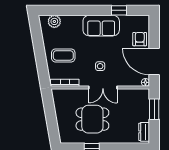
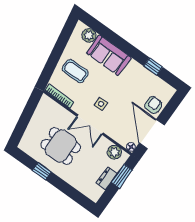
sofa: (101, 26) -> (109, 55), moved
plant: (136, 95) -> (114, 152), added
dresser: (144, 132) -> (107, 178), moved

